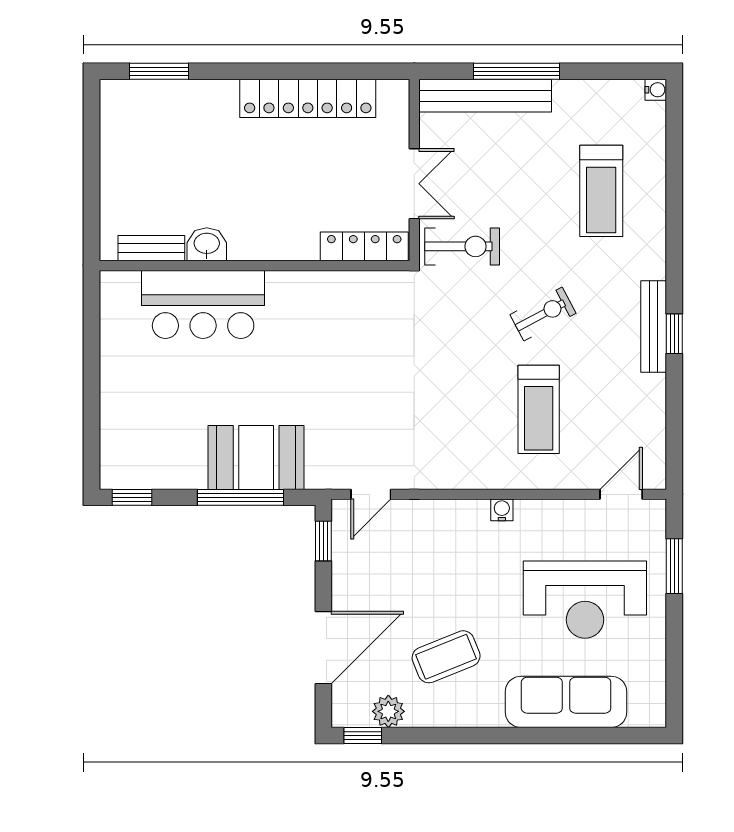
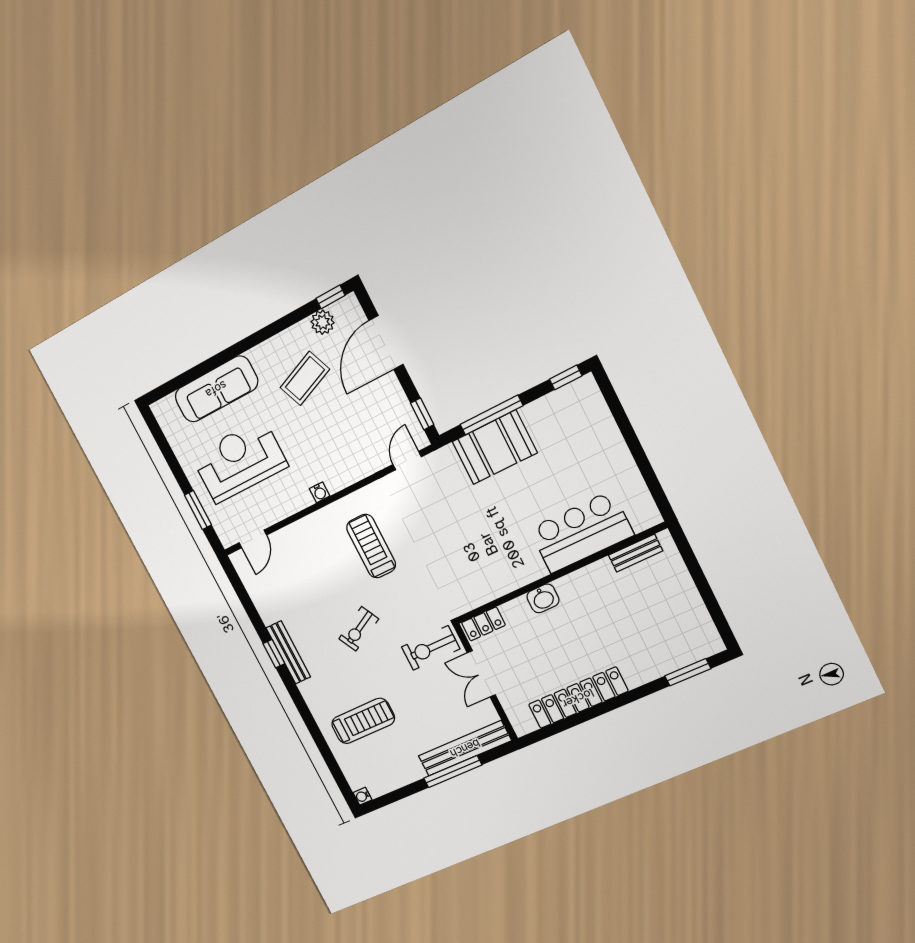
treadmill: (601, 191) -> (363, 721), turned 90
washbasin: (207, 244) -> (543, 598), moved
locker: (364, 246) -> (483, 624), width x0.66
treadmill: (539, 409) -> (371, 546), moved

